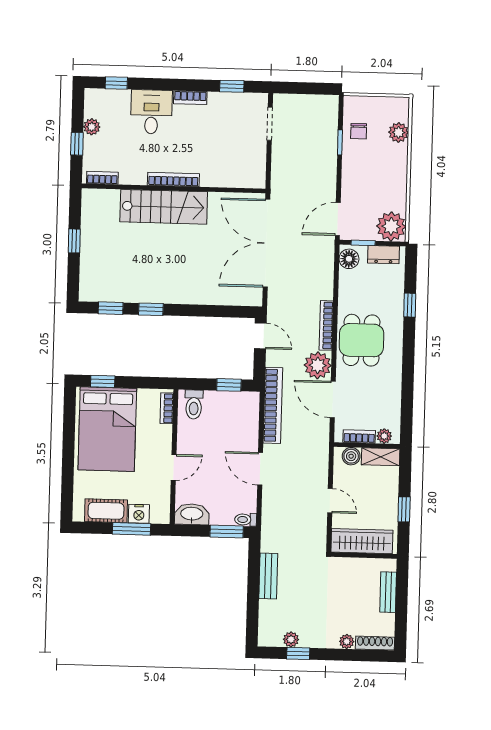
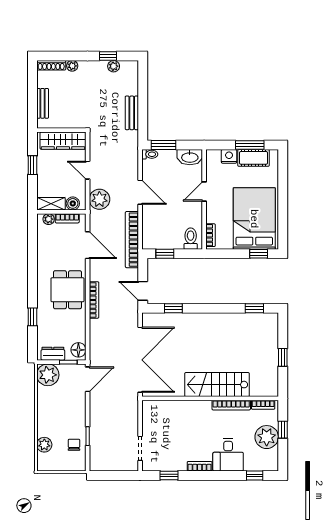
plant: (92, 127) -> (267, 437), width x1.87, depth x1.87
bookcase: (173, 179) -> (231, 405), moved
window: (151, 309) -> (173, 308), moved
plant: (318, 365) -> (99, 199), moved
window: (132, 529) -> (250, 145), moved

